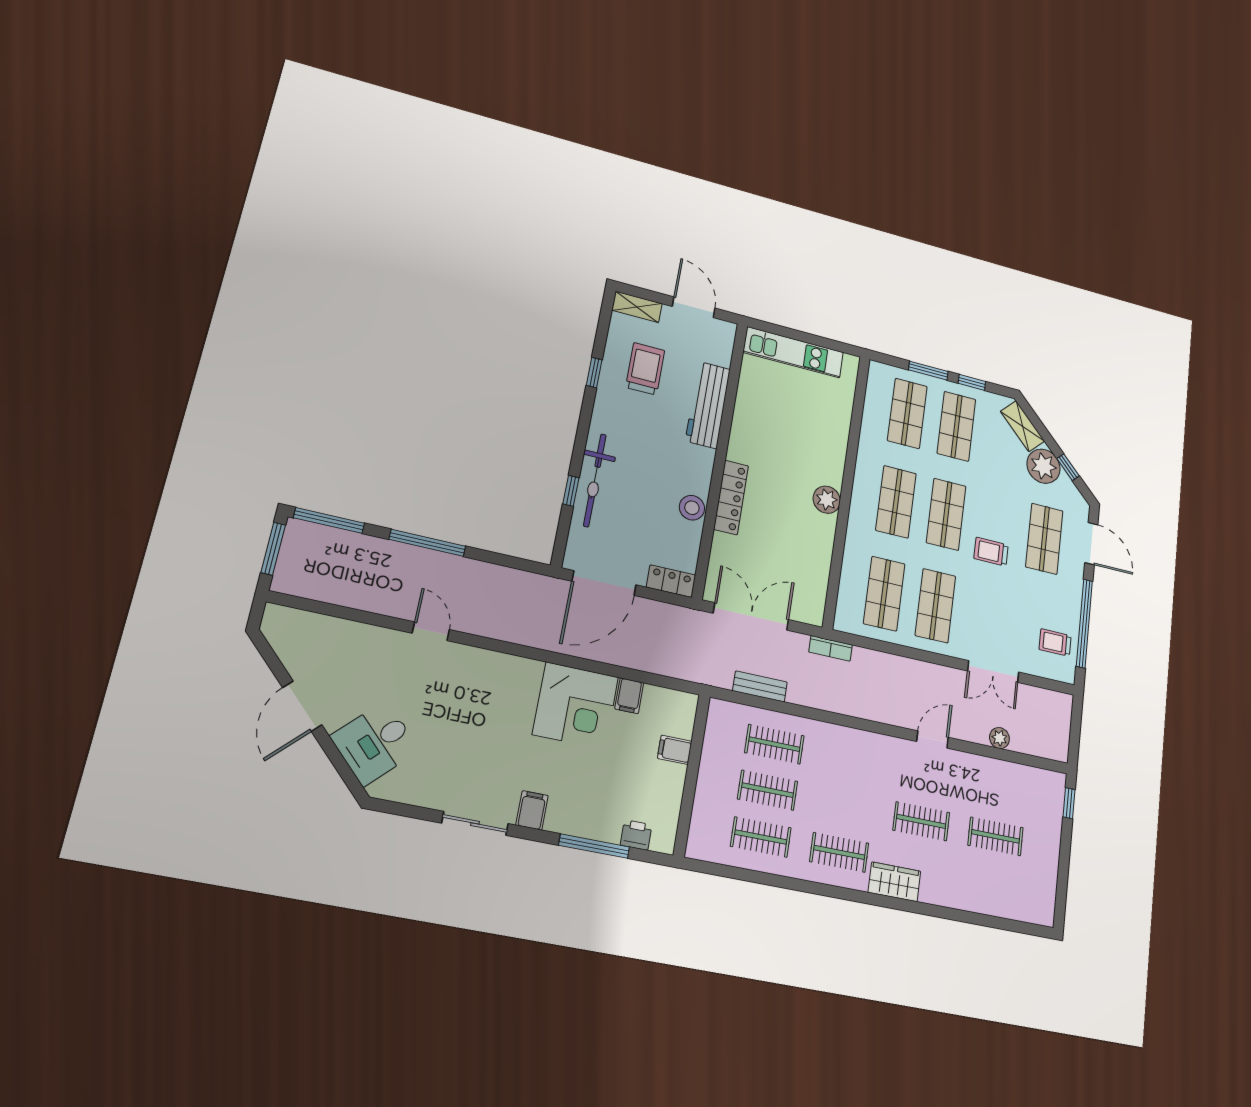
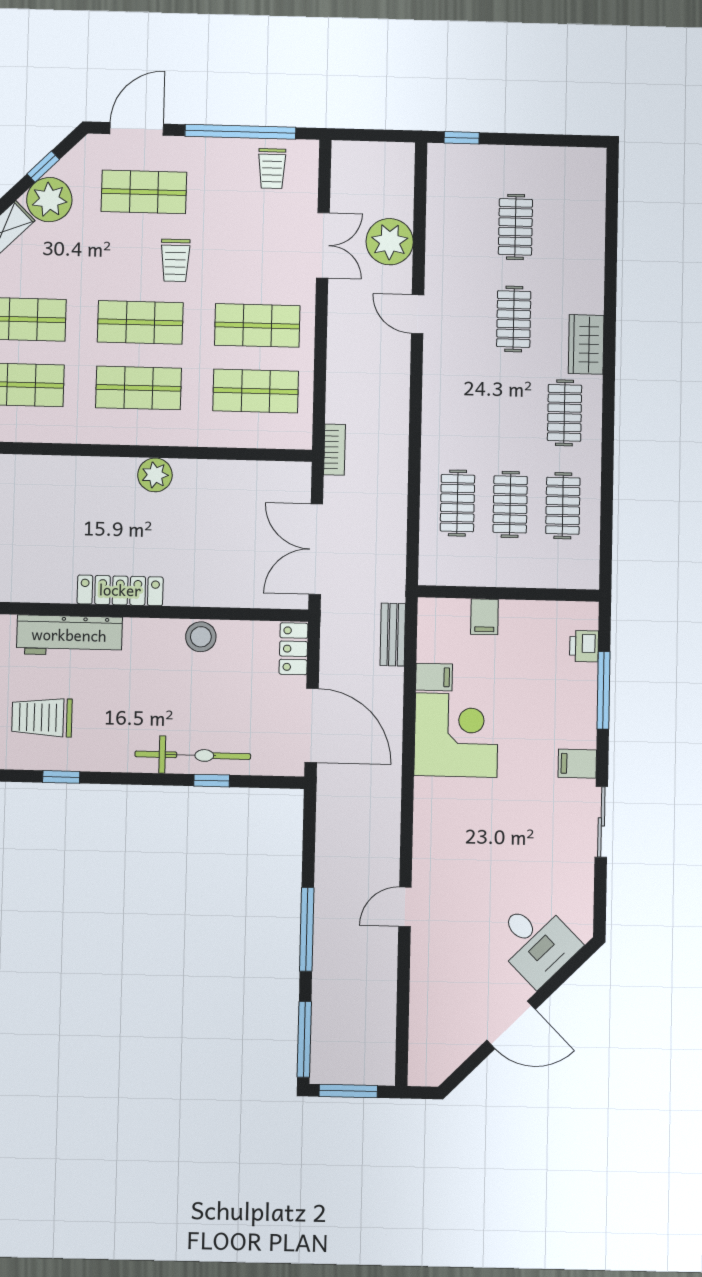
locker: (731, 497) -> (120, 590), moved
bench: (760, 686) -> (393, 635), moved
plant: (999, 738) -> (390, 242), width x1.88, depth x1.88

